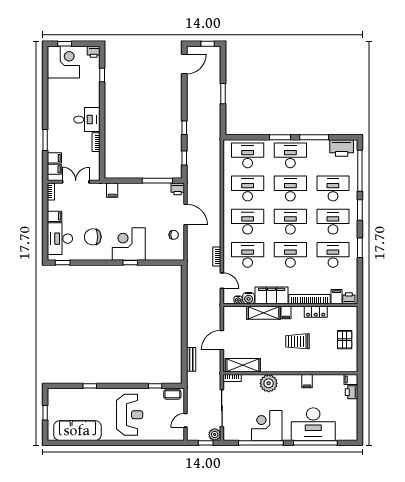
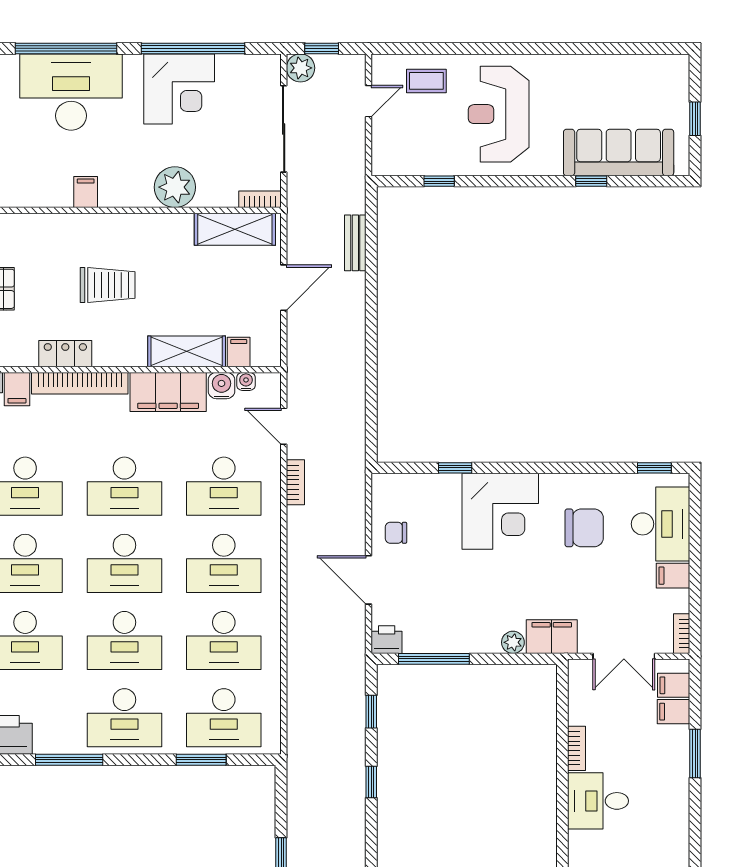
window: (280, 137) -> (201, 760), moved
plant: (123, 188) -> (513, 642), added
filing cabinet: (112, 190) -> (552, 637), width x2.00
window: (130, 263) -> (455, 468), moved
filing cabinet: (286, 312) -> (239, 352), moved
coffee table: (172, 394) -> (426, 81), moved
sofa: (77, 431) -> (619, 152), moved, turned 180

